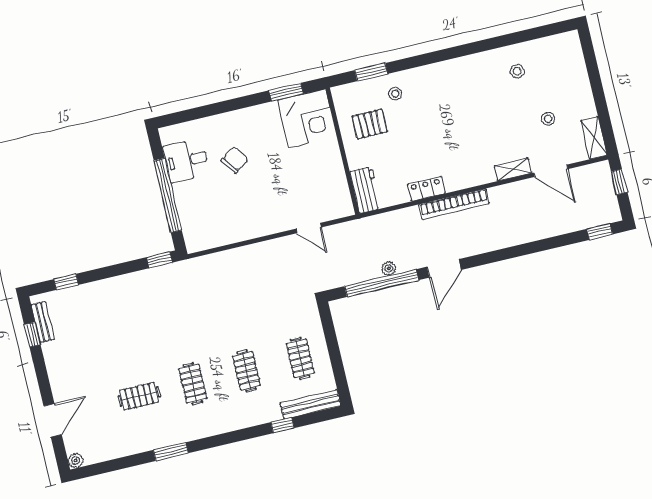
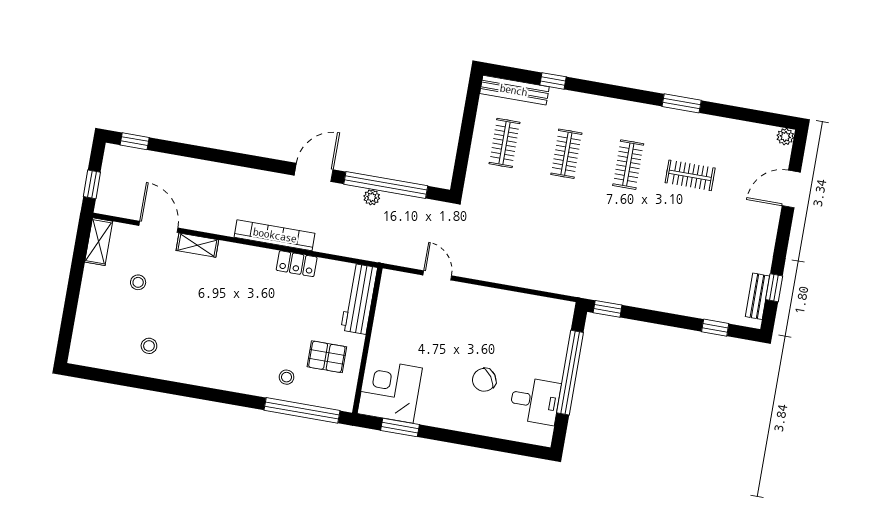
window: (371, 72) -> (302, 410), width x2.11
workbench: (366, 190) -> (359, 299), width x1.37

